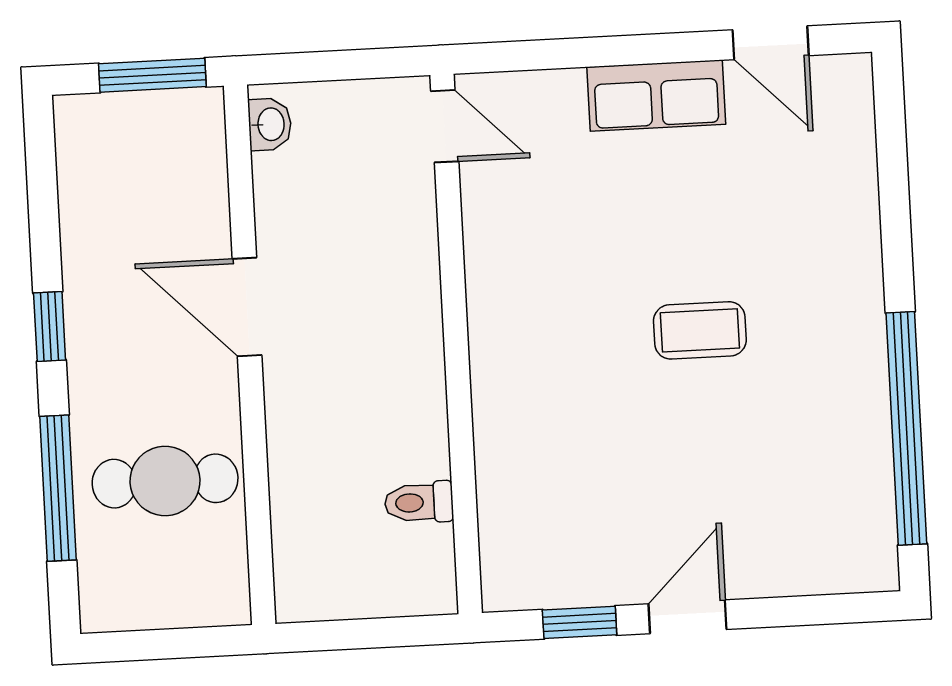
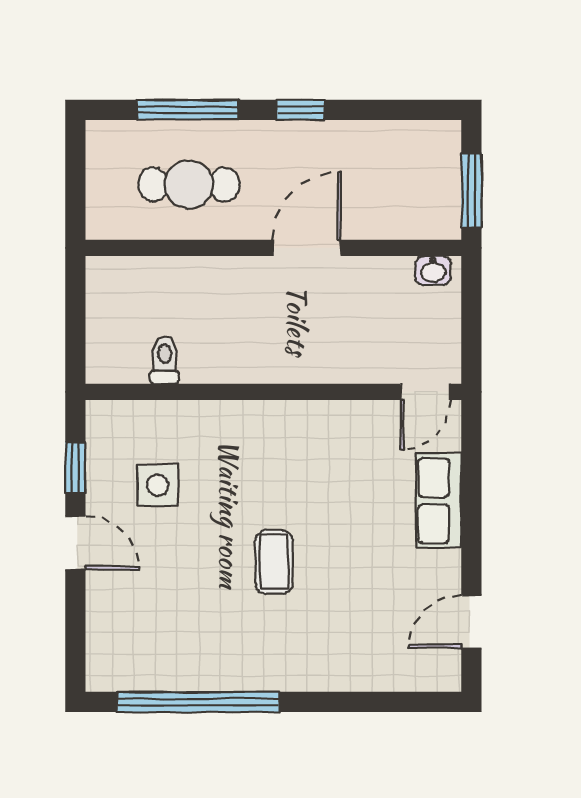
row of seats: (656, 96) -> (439, 501), moved
cafe table: (165, 481) -> (189, 185), turned 90
side table: (599, 503) -> (158, 485), added

